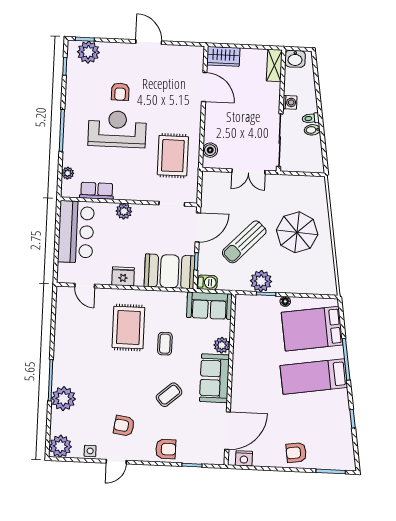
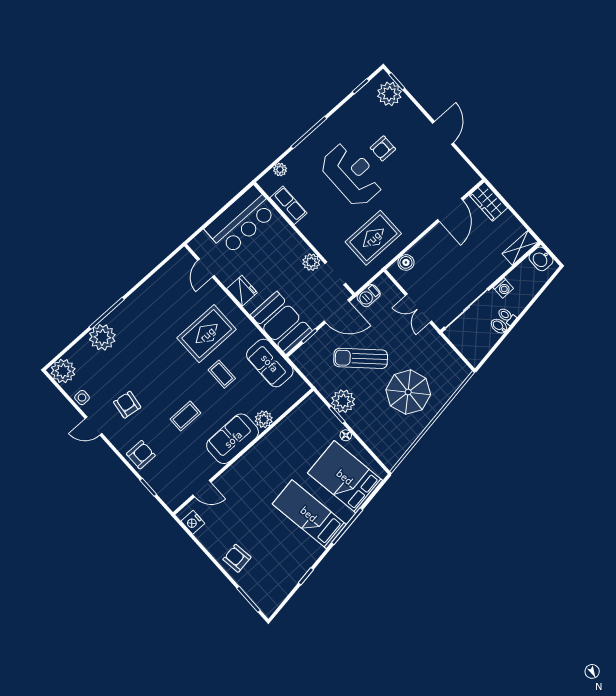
plant: (124, 211) -> (311, 262), moved
barbecue: (207, 282) -> (369, 296), moved, turned 90
sofa: (209, 306) -> (270, 363), moved
coffee table: (165, 344) -> (222, 374), turned 90
coffee table: (169, 395) -> (185, 416), turned -49
door: (228, 431) -> (202, 489), width x0.53
armchair: (166, 449) -> (141, 455), turned -90

